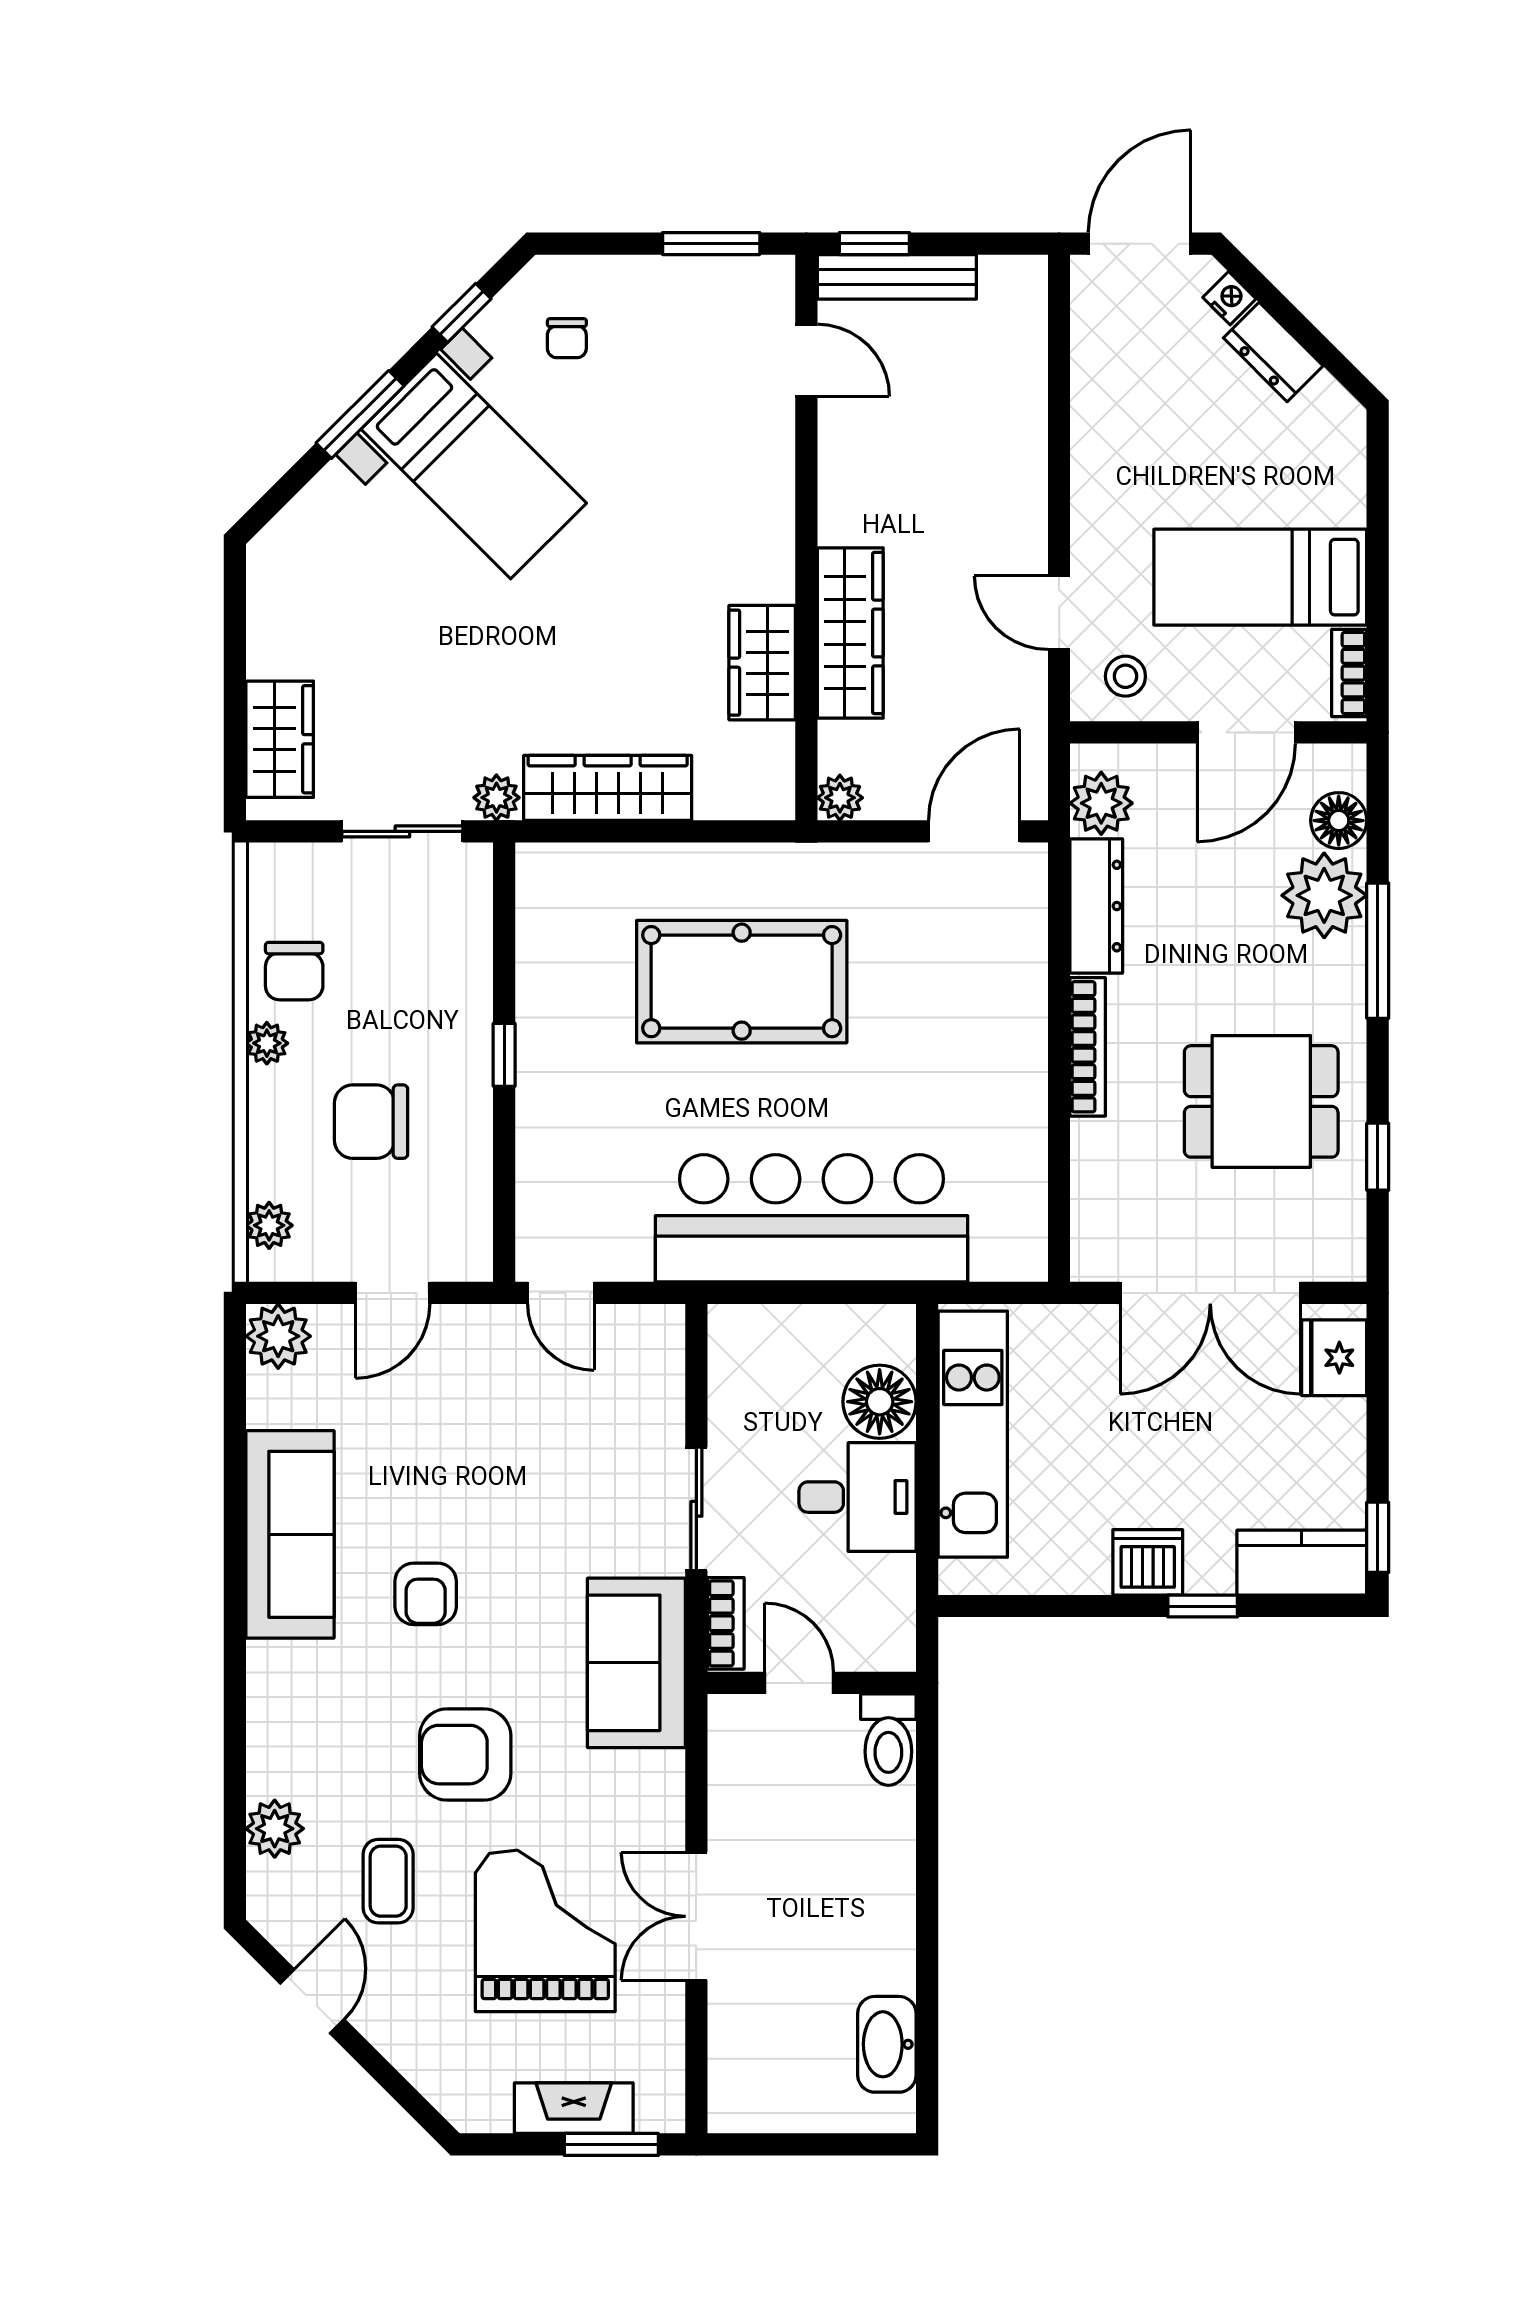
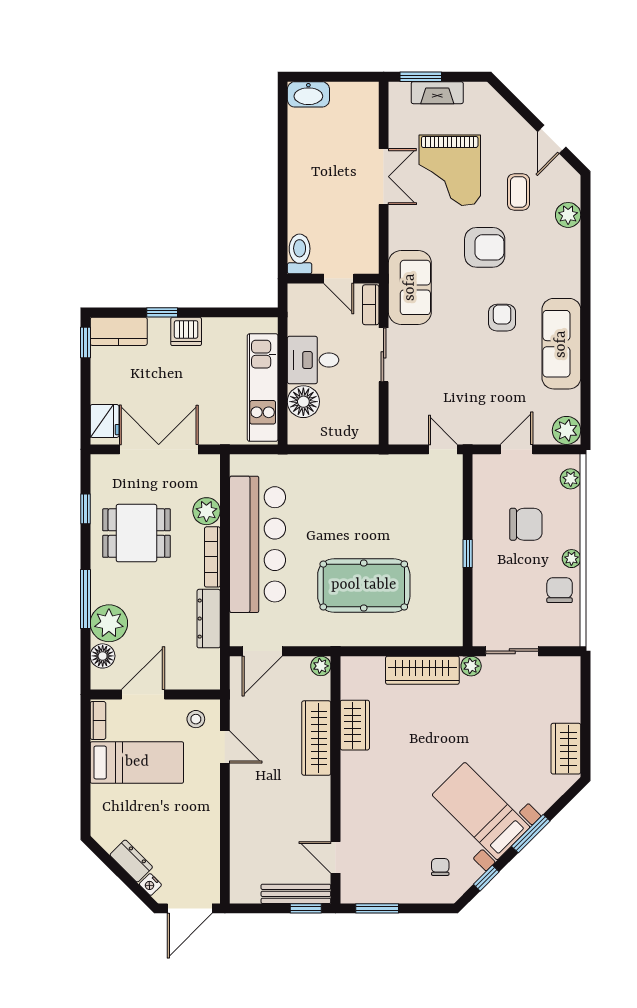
wardrobe: (280, 739) -> (566, 749), moved
plant: (1101, 803) -> (206, 511), moved
bar counter: (812, 1218) -> (258, 544), moved, turned -90
washbasin: (887, 2044) -> (308, 94), moved, turned 90

